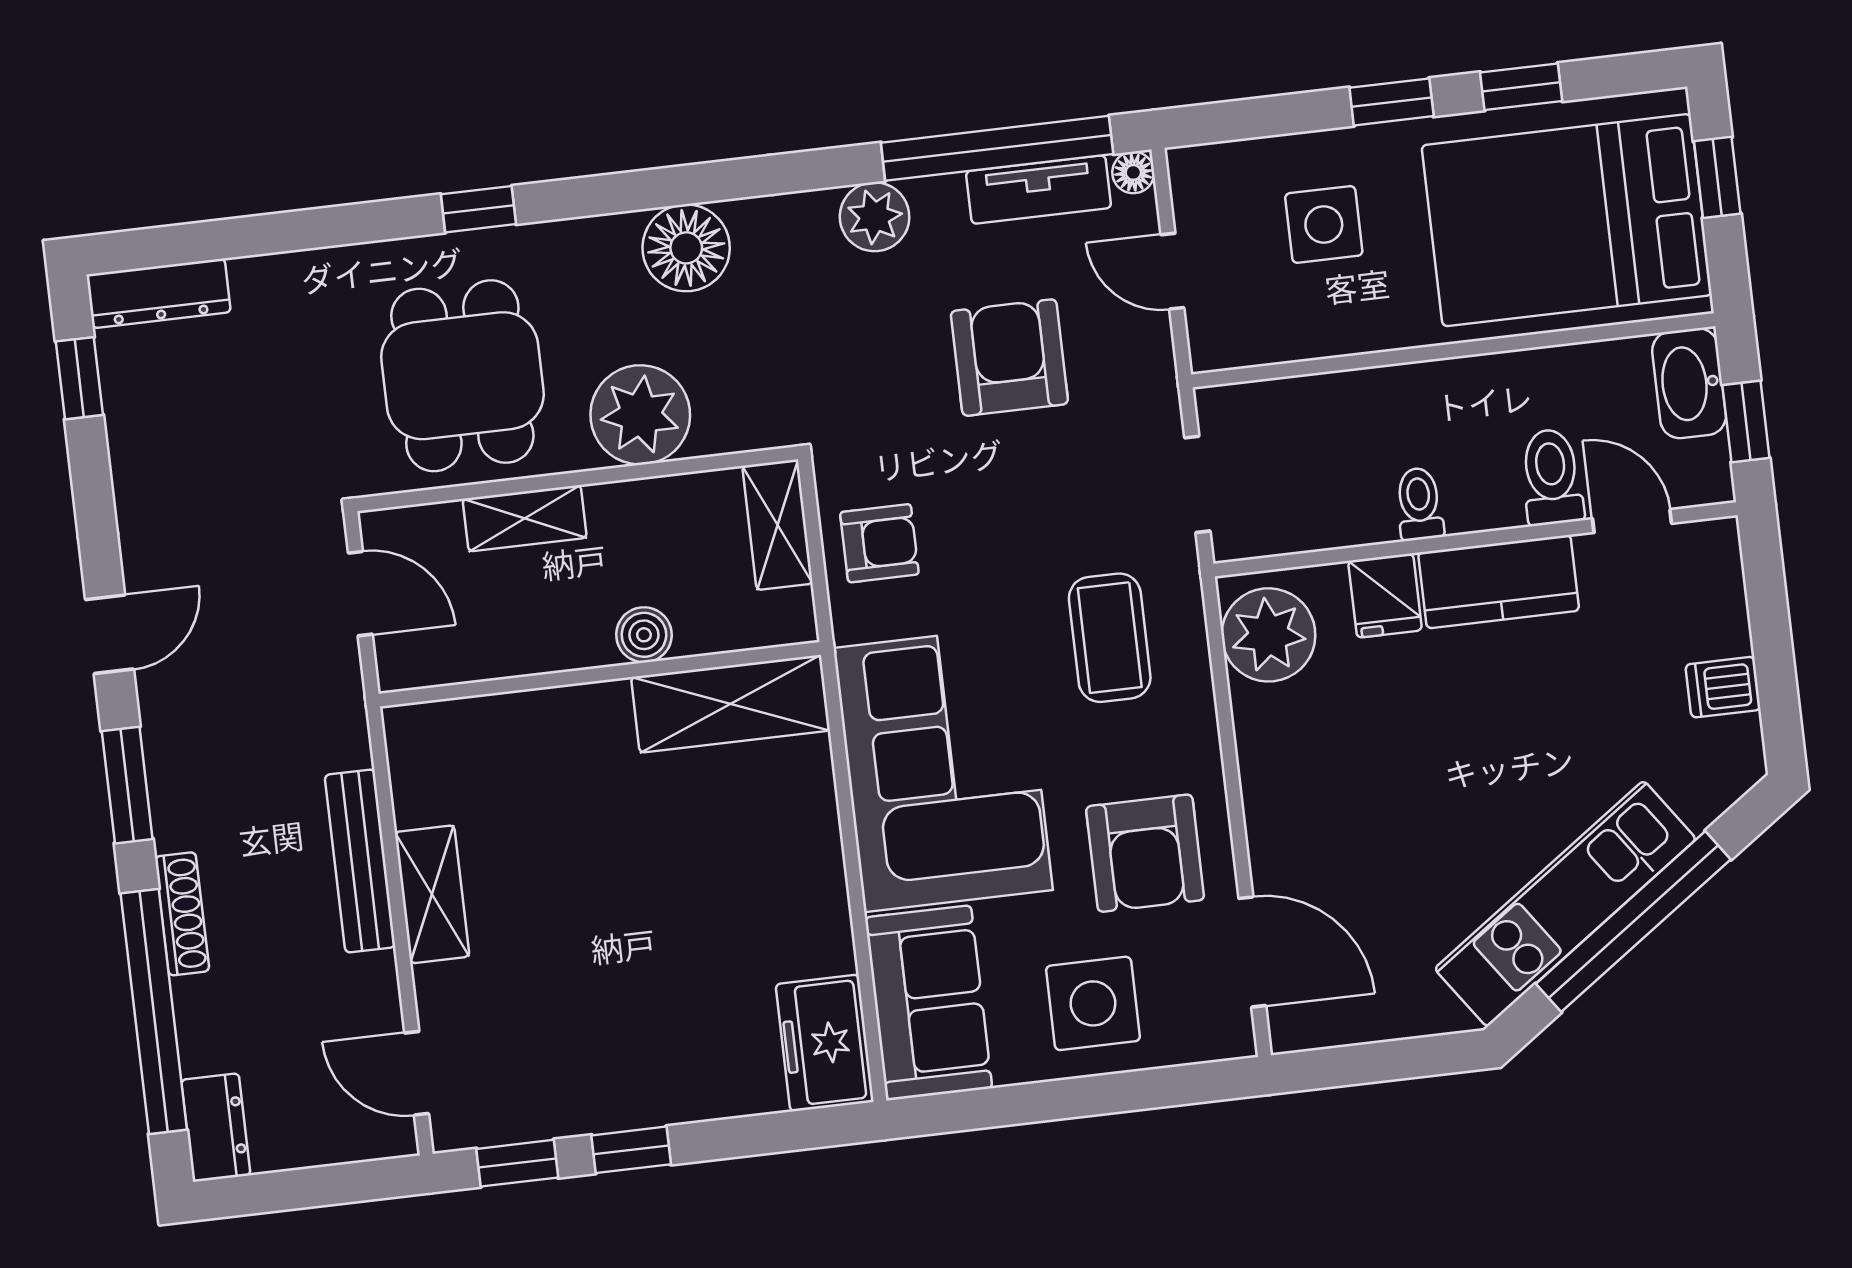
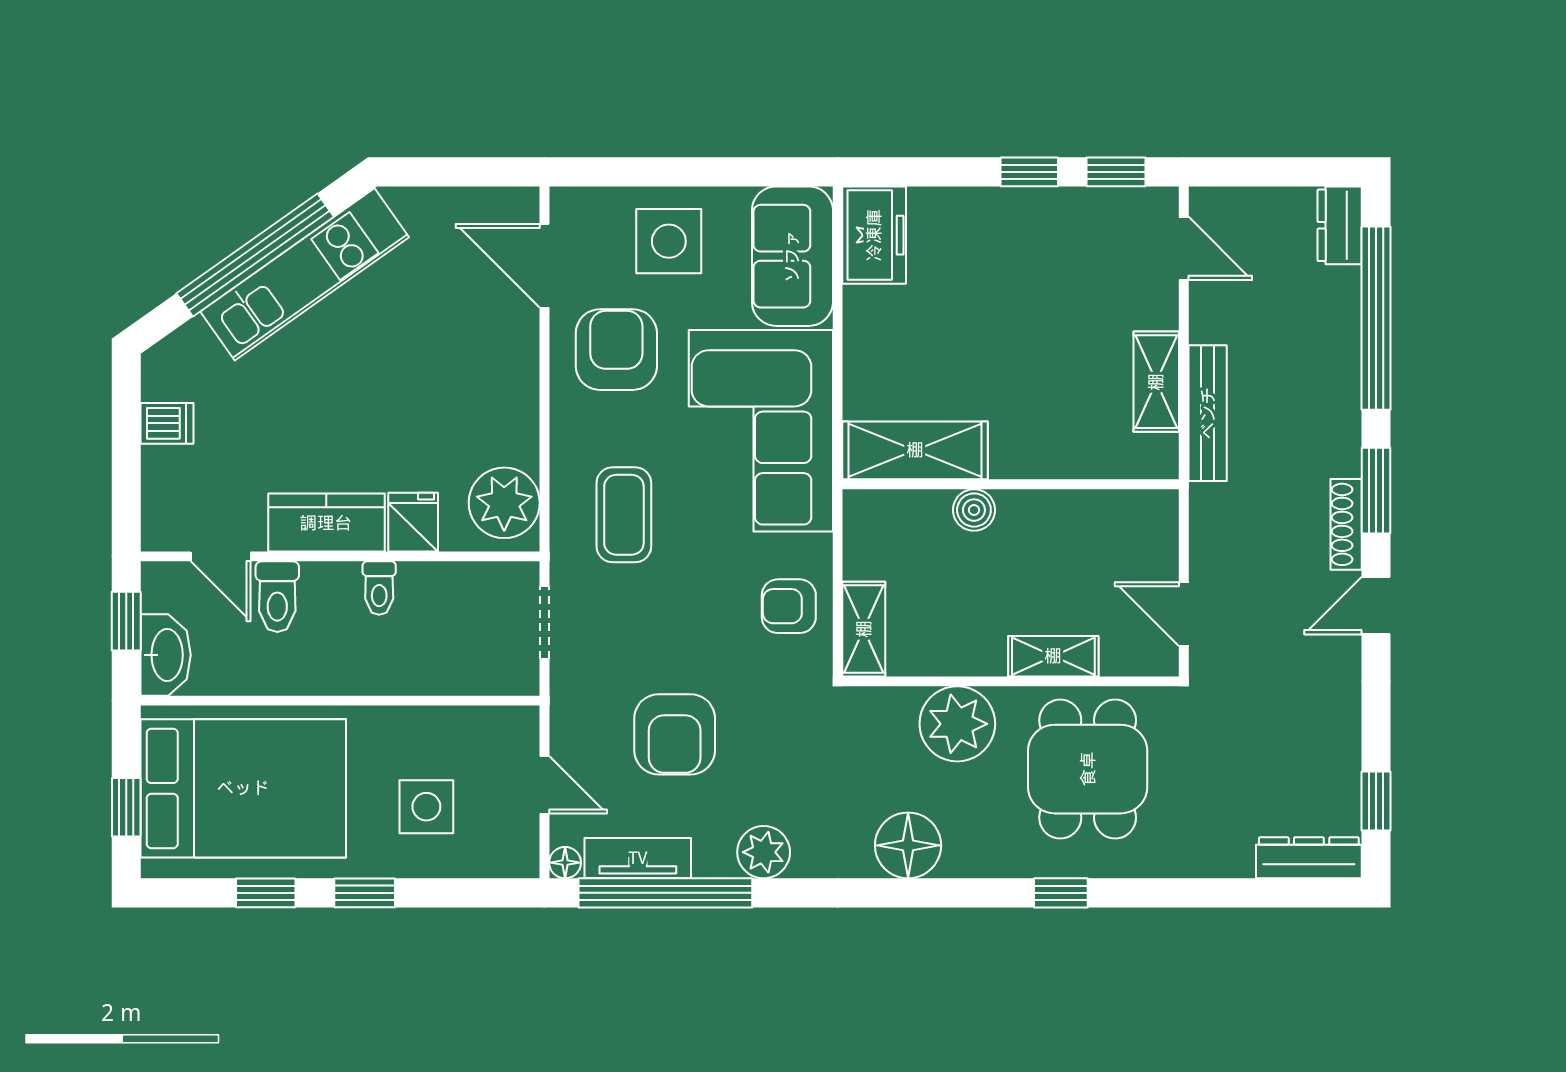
boiler: (644, 635) -> (974, 510), moved
wall: (600, 674) -> (1011, 484), moved
shelving: (730, 704) -> (915, 450), moved
shoe rack: (182, 914) -> (1346, 524), moved

